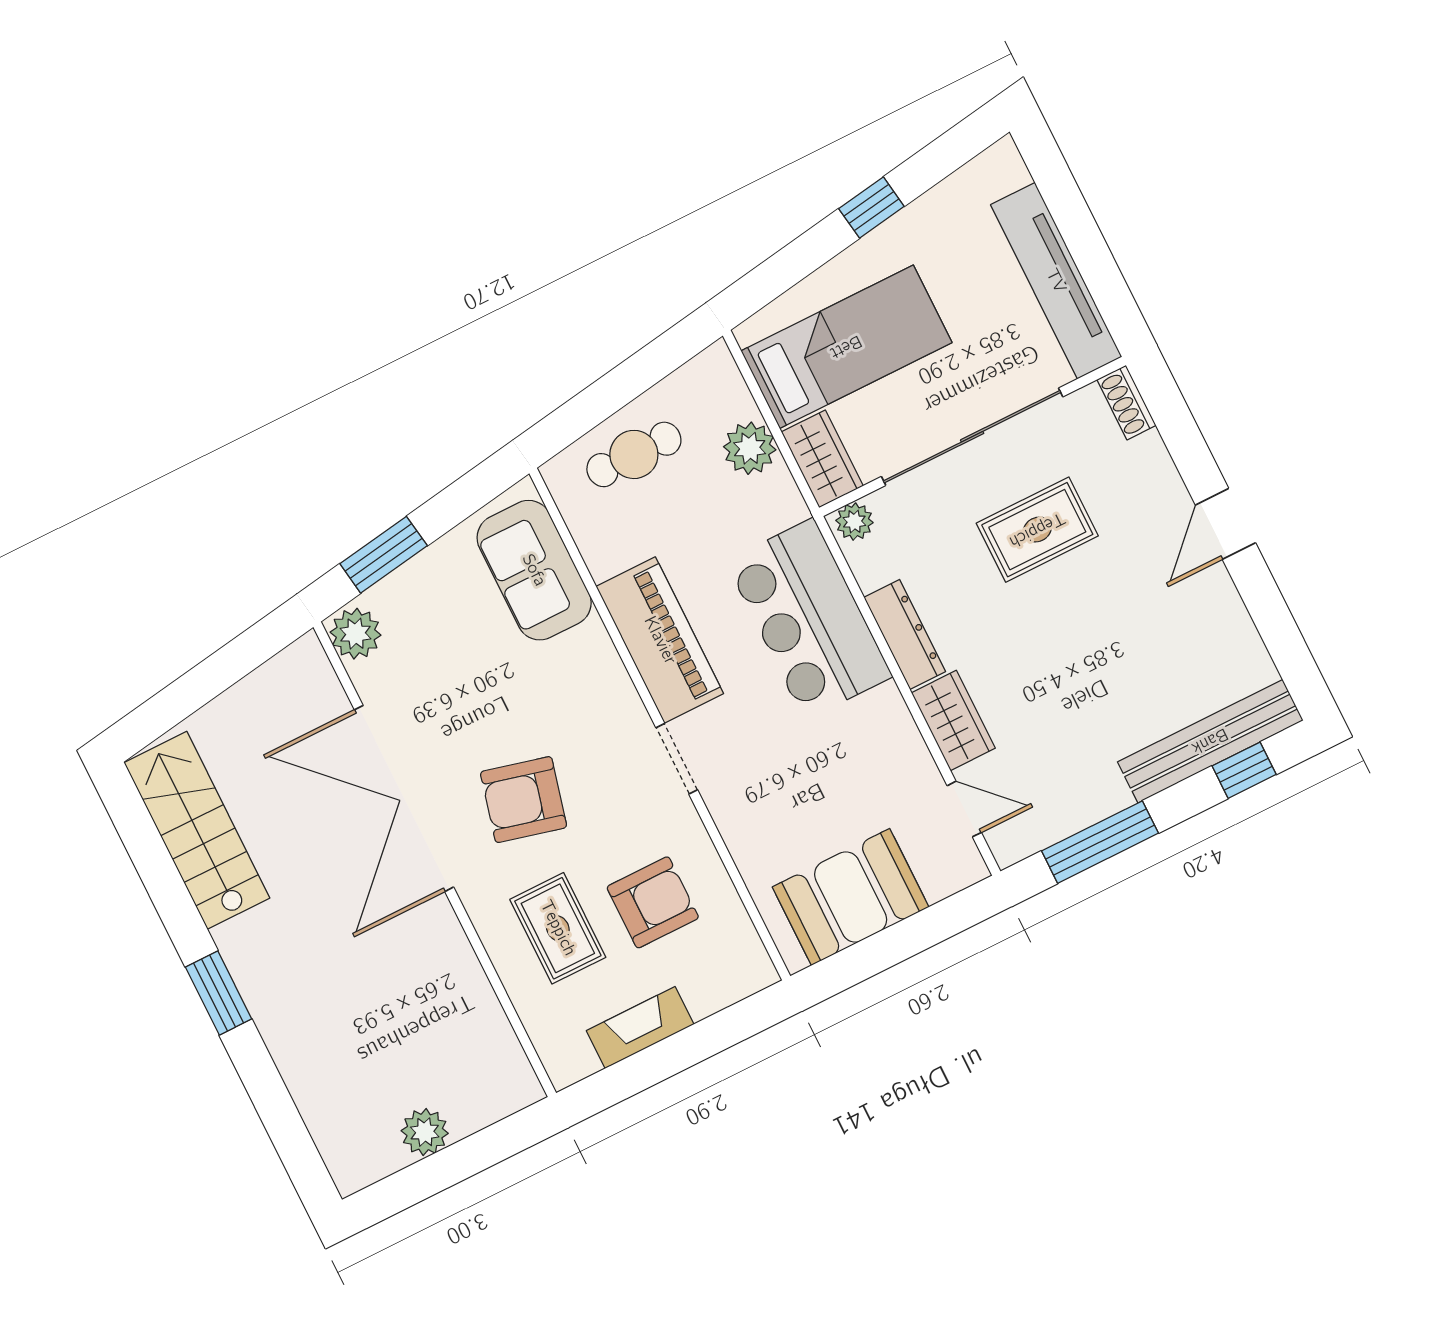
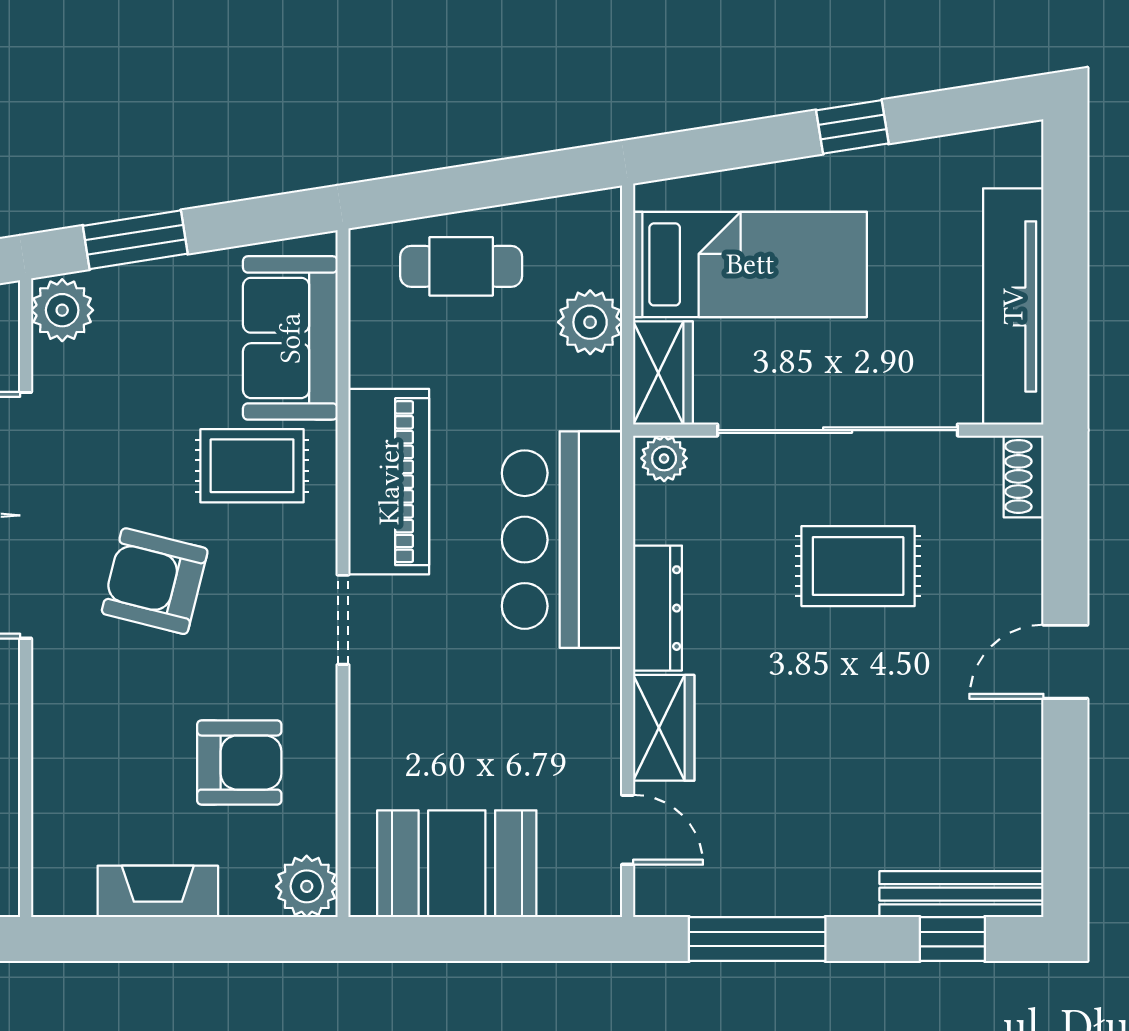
bench: (1210, 741) -> (961, 894), width x0.73, depth x0.82
rug: (558, 928) -> (252, 466), moved, turned 90
plant: (748, 969) -> (307, 886), added

